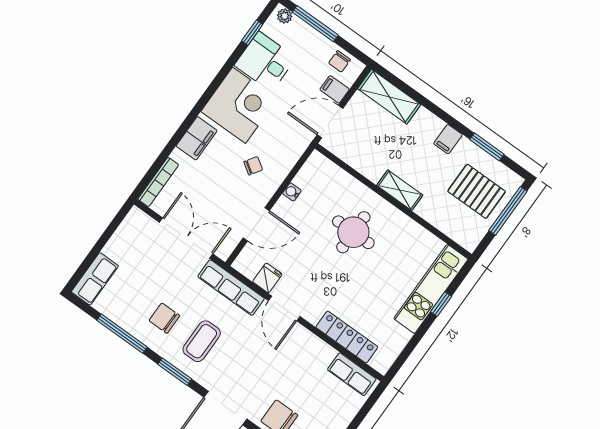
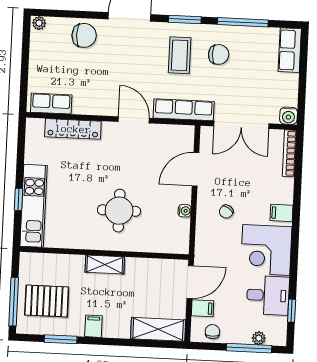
plant: (285, 16) -> (259, 338), moved
filing cabinet: (197, 138) -> (282, 213), width x0.50
water cooler: (136, 218) -> (289, 116), added
fridge: (267, 278) -> (161, 135), removed

